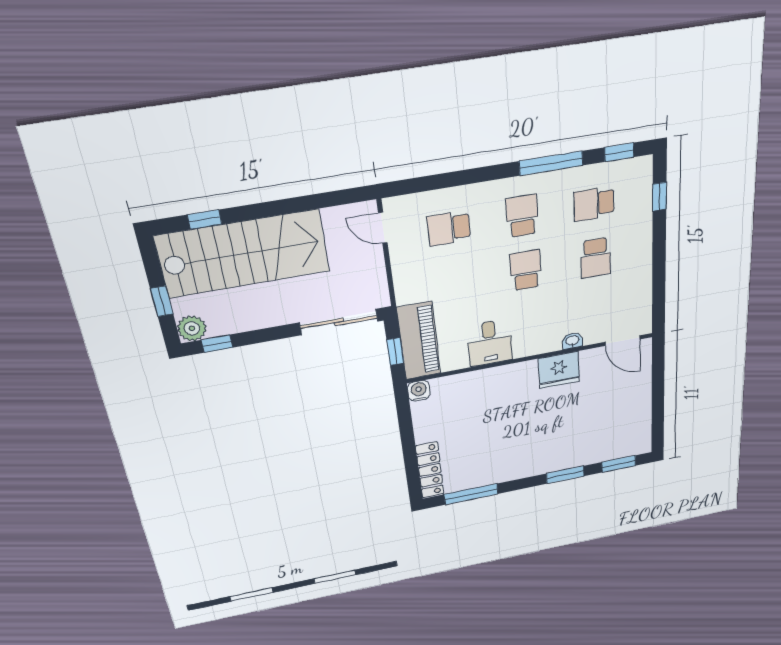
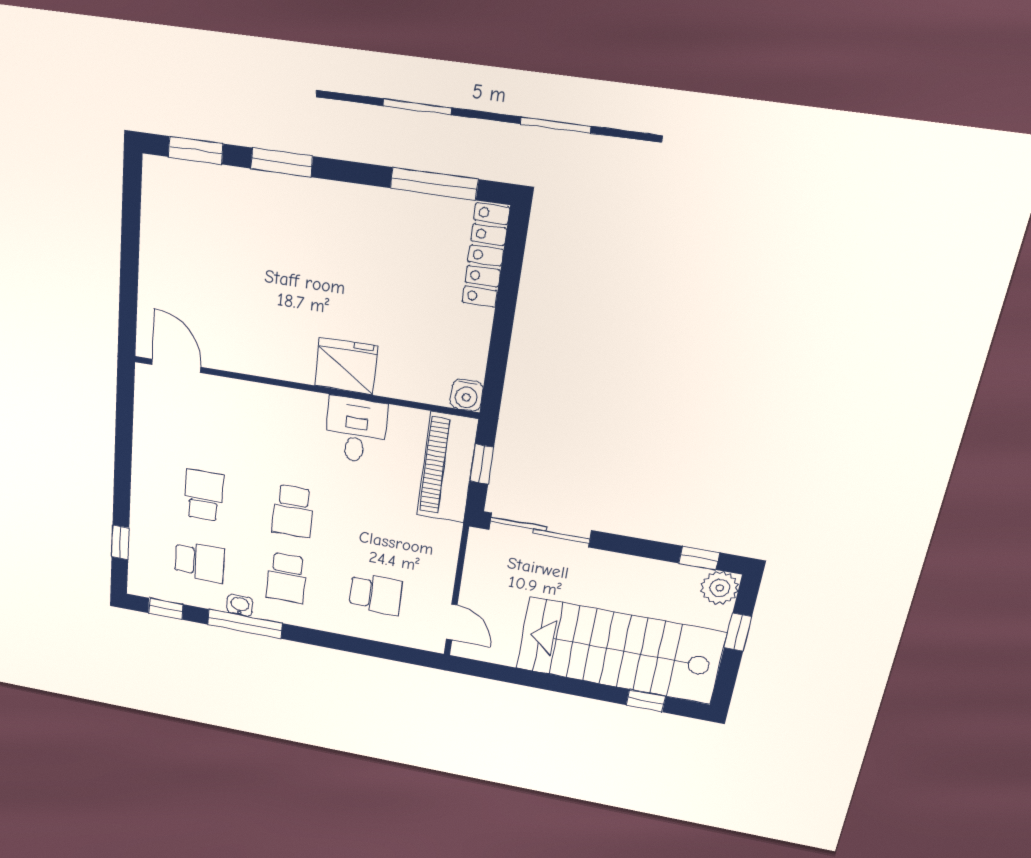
washbasin: (572, 341) -> (240, 605), moved, turned 180
fridge: (559, 370) -> (346, 366), moved

